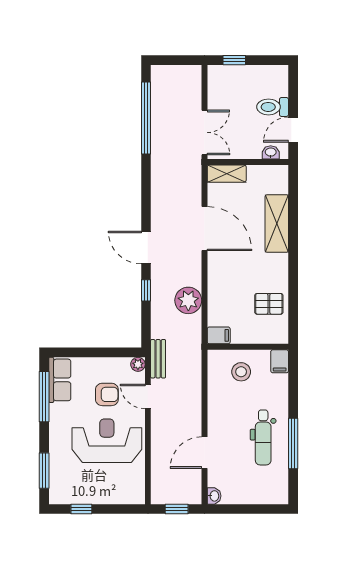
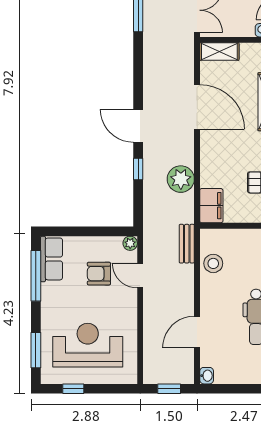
filing cabinet: (219, 335) -> (211, 206), width x2.00
bench: (158, 359) -> (187, 244), moved
stool: (241, 372) -> (213, 263), moved
armchair: (107, 394) -> (99, 274), turned 180
reception desk: (107, 441) -> (88, 345), moved

